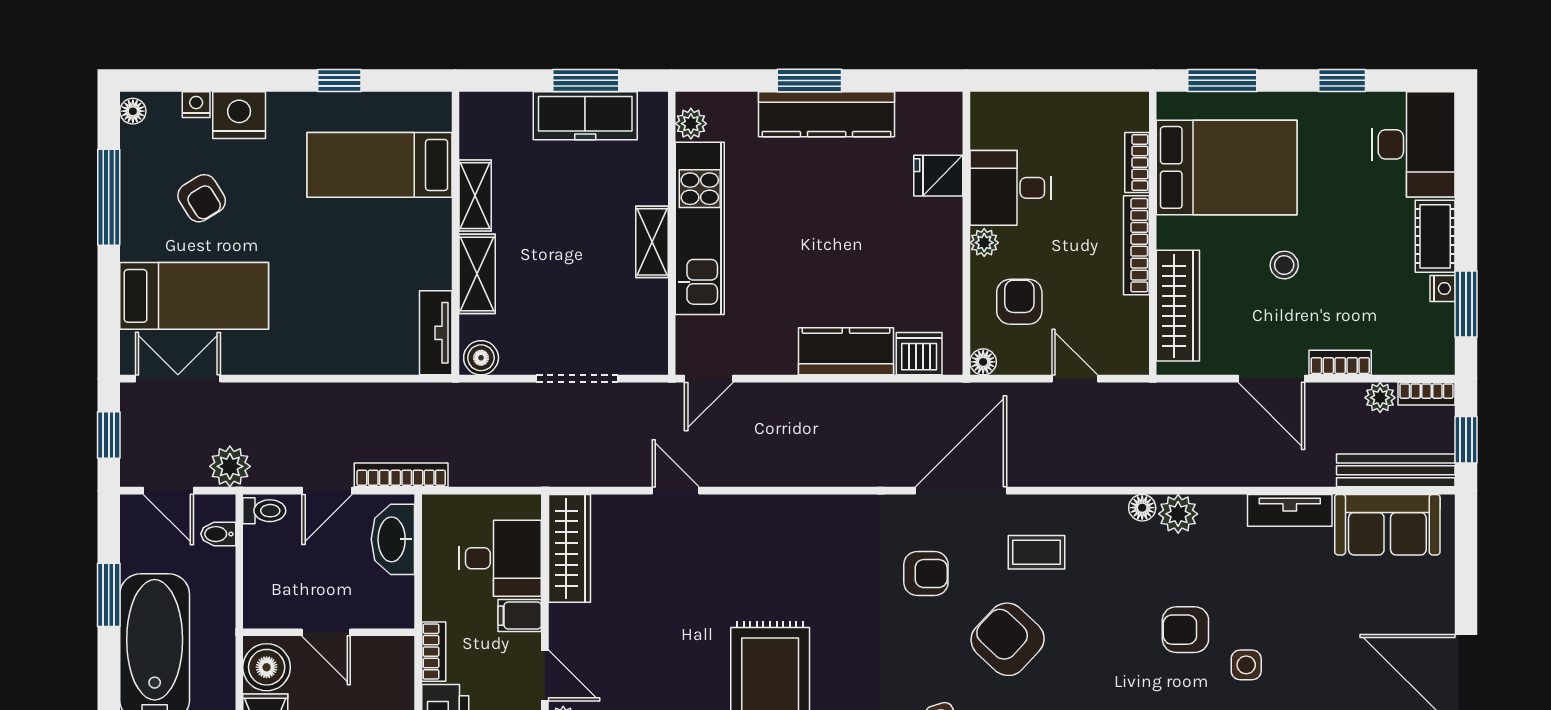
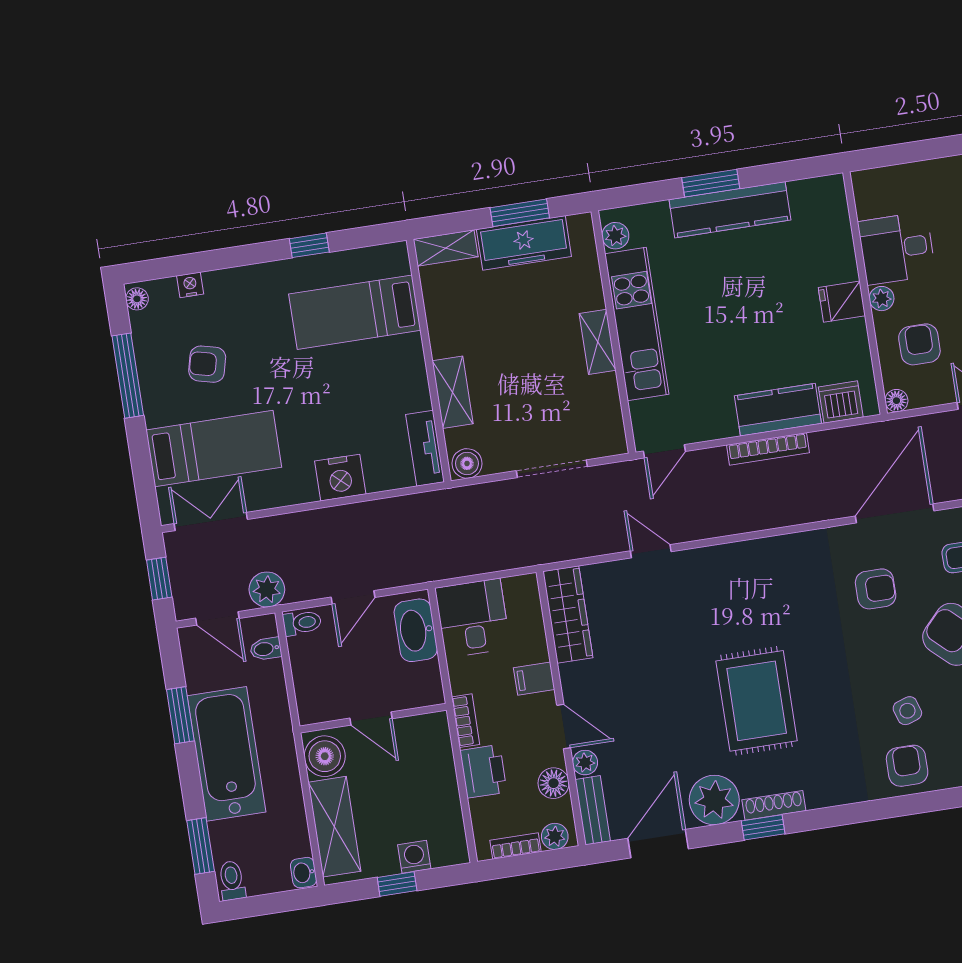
nightstand: (239, 115) -> (340, 478), moved, turned 180
fridge: (938, 176) -> (842, 302), moved
shelving: (475, 196) -> (446, 248), moved, turned 90
armchair: (202, 198) -> (207, 364), turned 136
bookcase: (401, 475) -> (768, 449), moved, turned 180
desk: (500, 558) -> (473, 618), moved, turned -90

